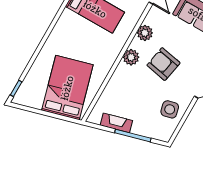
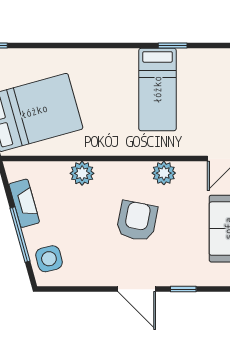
plant: (131, 57) -> (82, 173), moved
side table: (170, 109) -> (49, 259), moved

